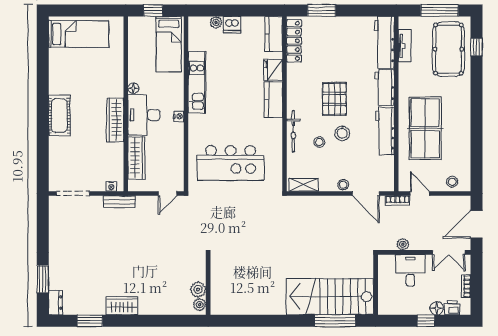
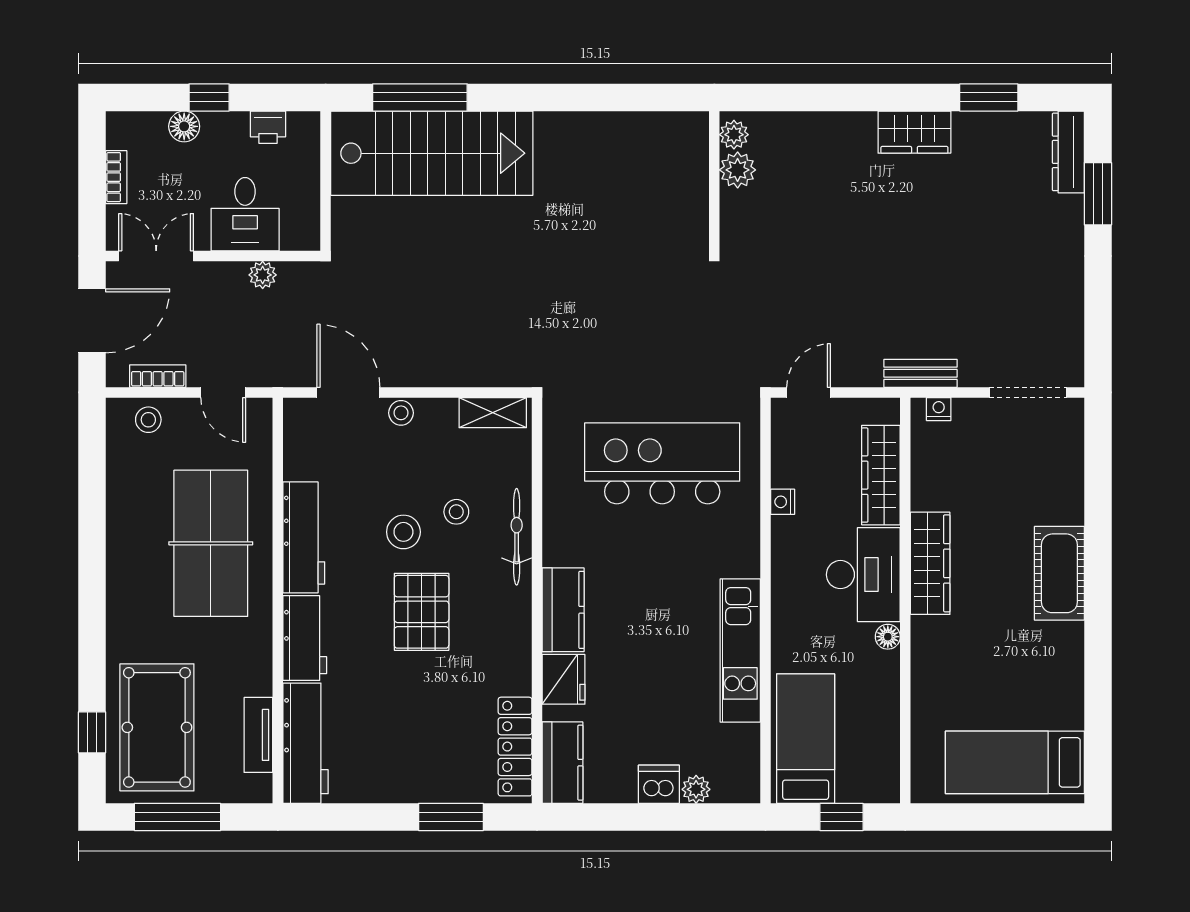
nightstand: (179, 116) -> (783, 502), moved
bookcase: (398, 201) -> (158, 376), moved
dresser: (55, 303) -> (1068, 152), width x1.44
printer: (452, 308) -> (268, 127), moved

